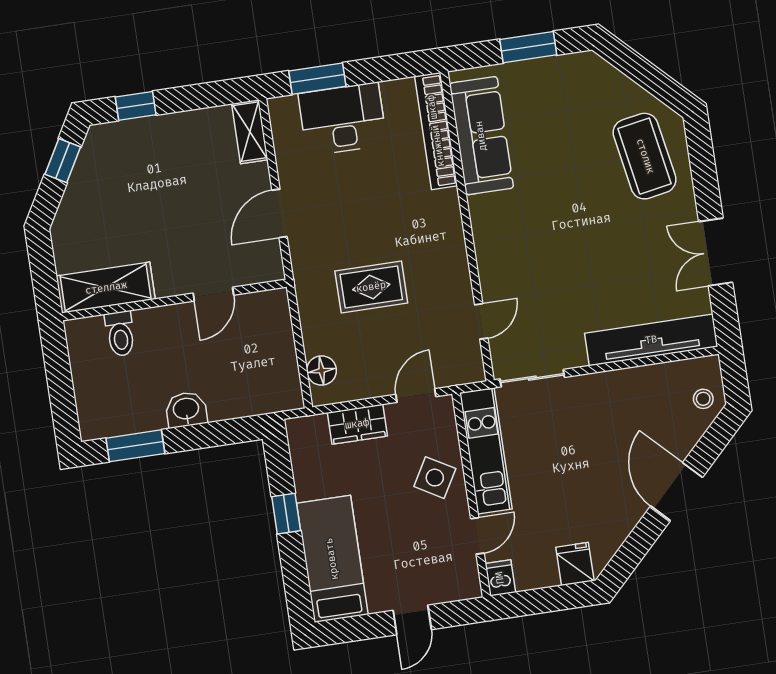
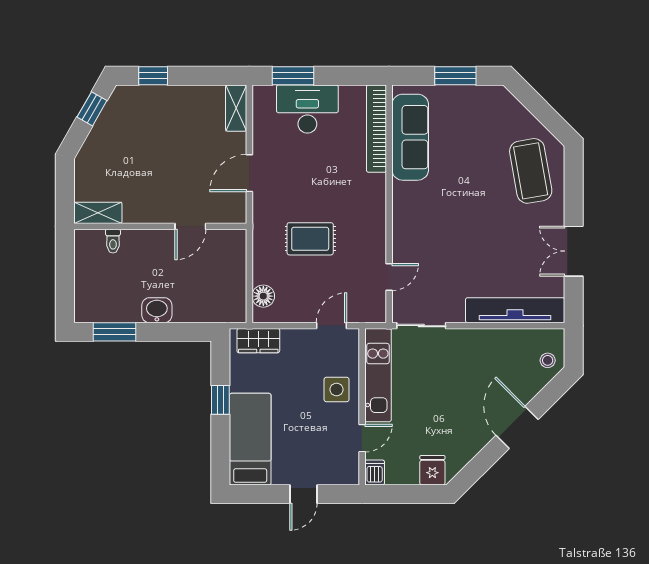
shelving: (106, 288) -> (98, 213), width x0.67, depth x0.75
toilet: (120, 334) -> (113, 241), width x0.73, depth x0.72
wardrobe: (357, 424) -> (258, 341), moved
side table: (435, 478) -> (337, 390), turned -30

